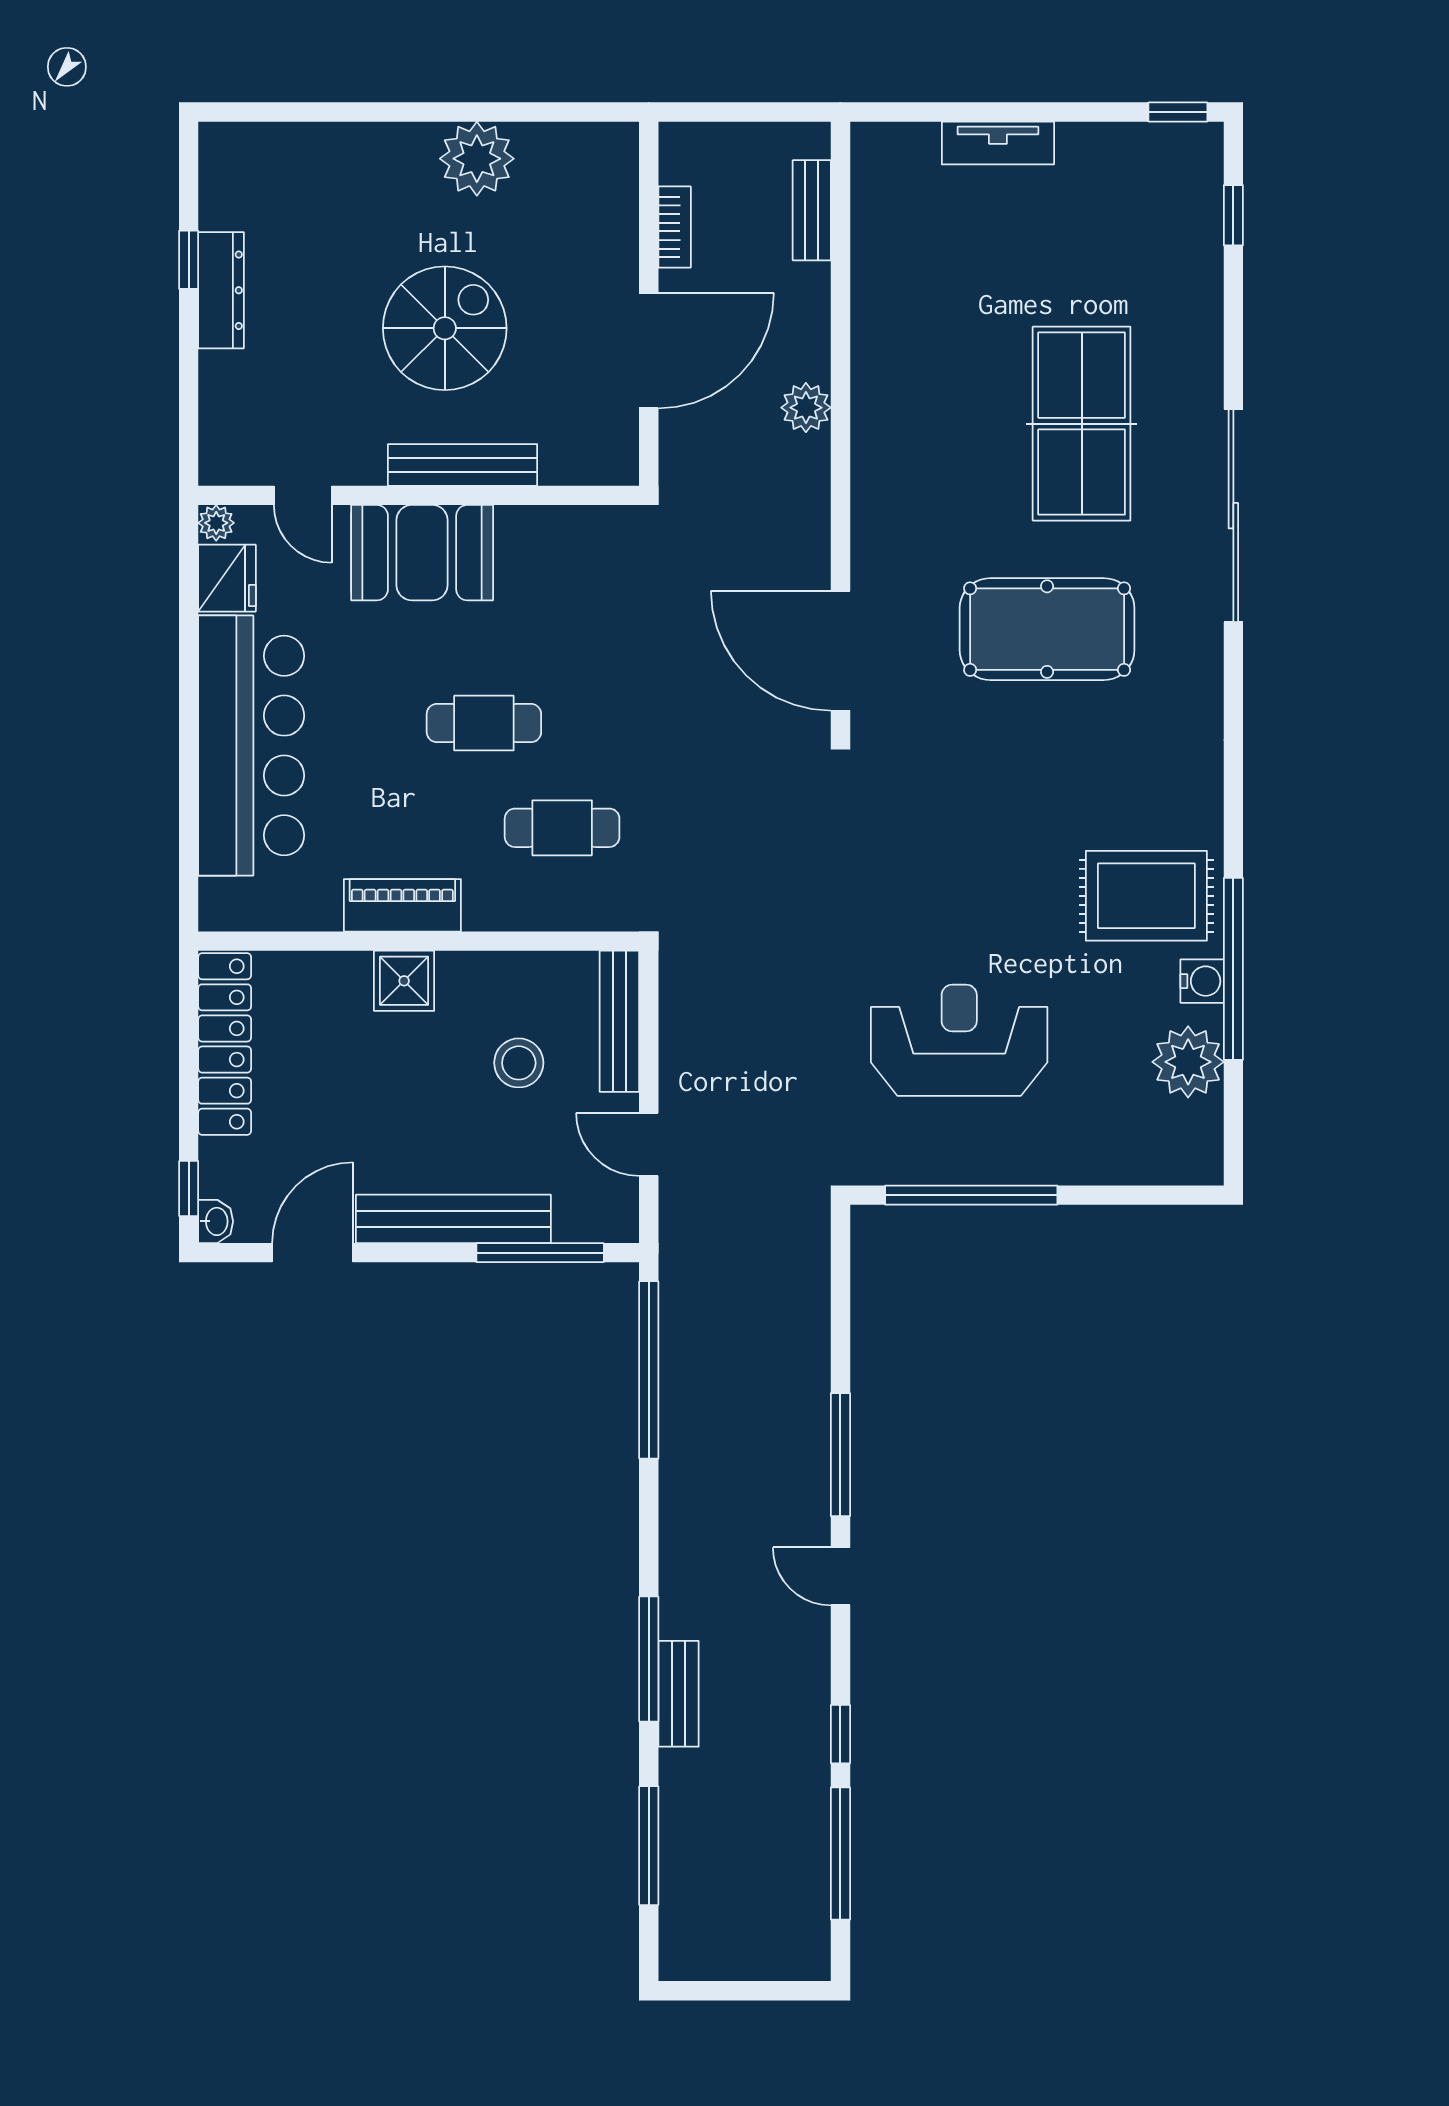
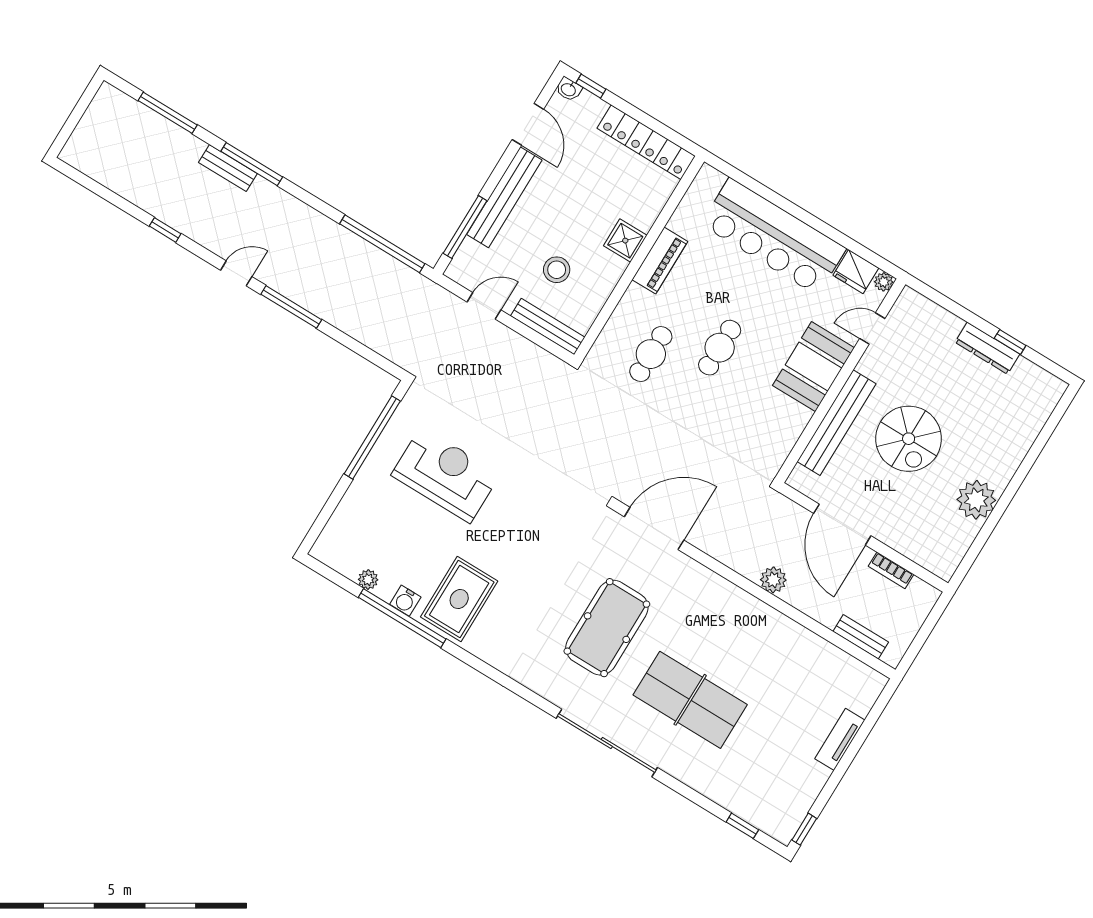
bench: (463, 465) -> (836, 423), width x1.37, depth x1.21
reception desk: (959, 1040) -> (446, 475), turned -90
plant: (1188, 1062) -> (368, 580), width x0.53, depth x0.53
window: (840, 1853) -> (111, 197), removed

